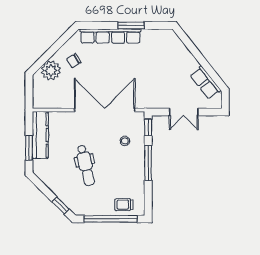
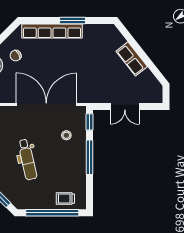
row of seats: (205, 83) -> (132, 59), moved

